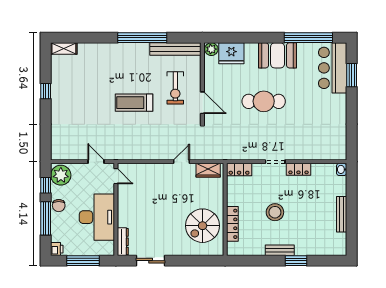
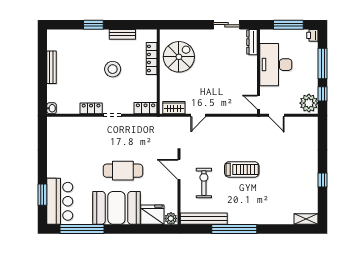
booth: (278, 55) -> (116, 208), width x1.36, depth x1.42
chair: (59, 206) -> (311, 75), removed
bench: (280, 250) -> (122, 34), moved

